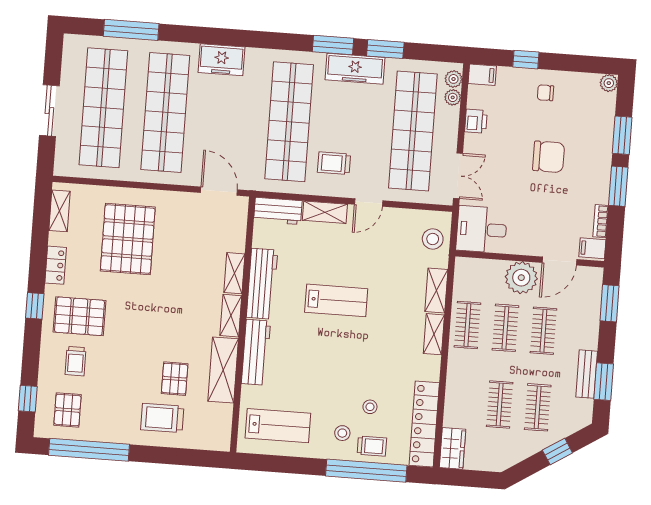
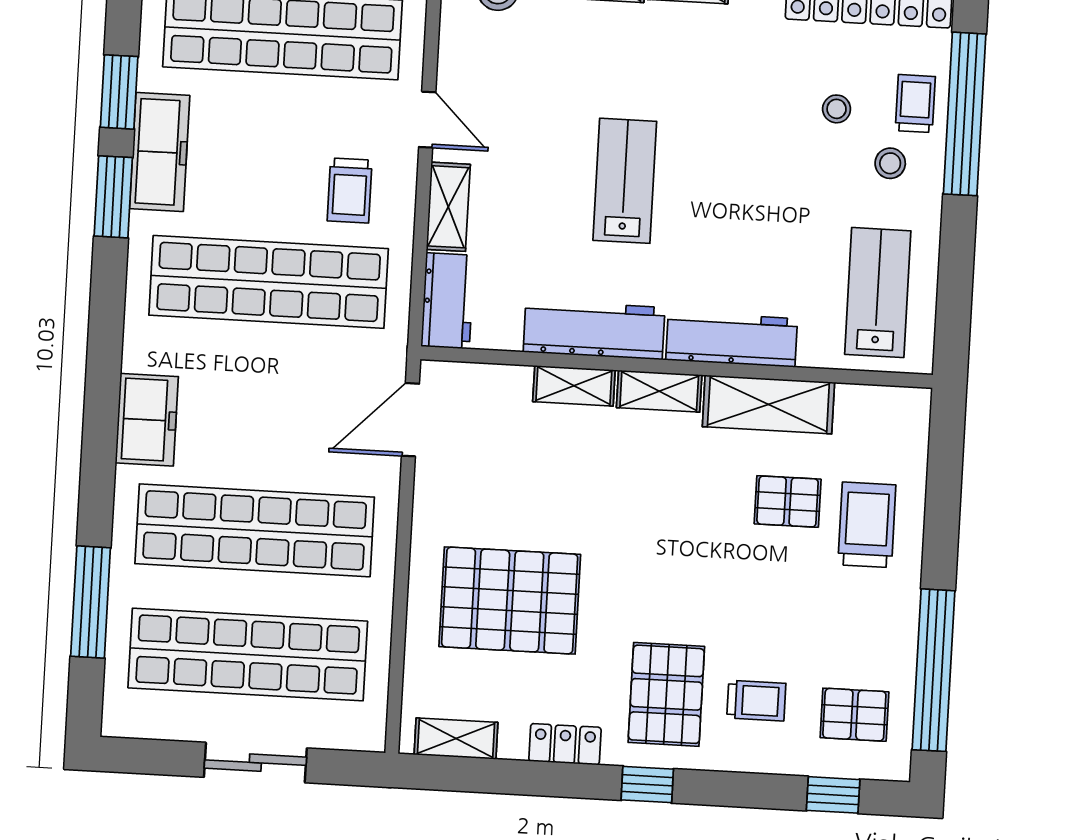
trolley: (162, 418) -> (867, 525), turned 180

